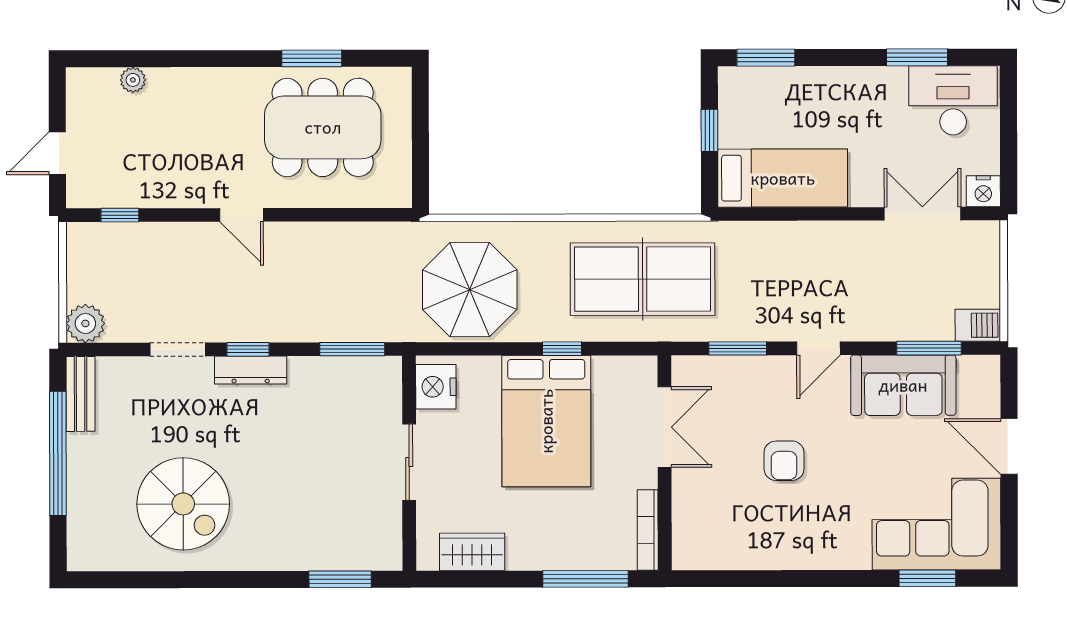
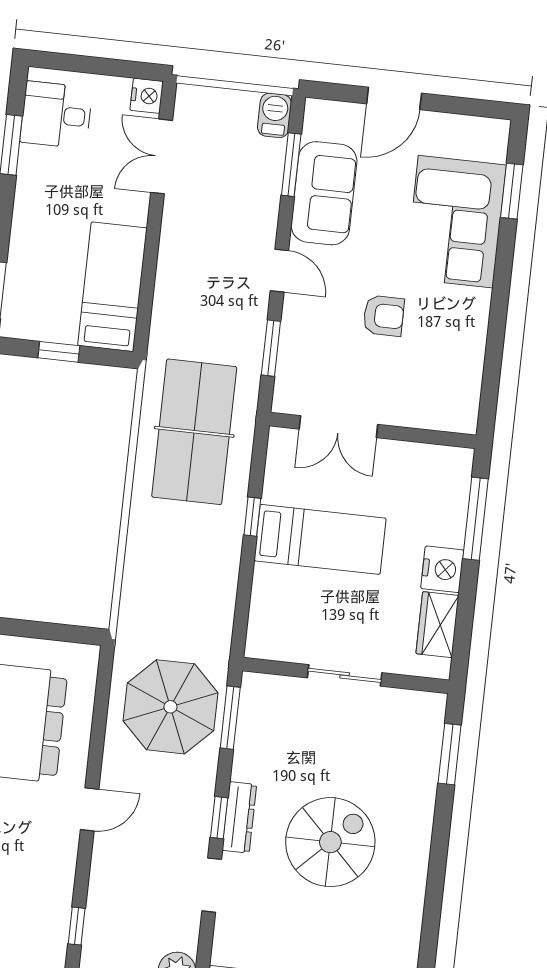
desk: (953, 100) -> (56, 115), width x0.73
parasol: (470, 290) -> (170, 707), moved
nightstand: (436, 387) -> (442, 569), moved, turned -90
bed: (546, 421) -> (320, 539), width x0.67
double door: (665, 427) -> (338, 427), swing flipped
spiral stairs: (183, 504) -> (330, 842), moved
corner sofa: (937, 524) -> (456, 222), moved
bookcase: (648, 530) -> (435, 454), removed

